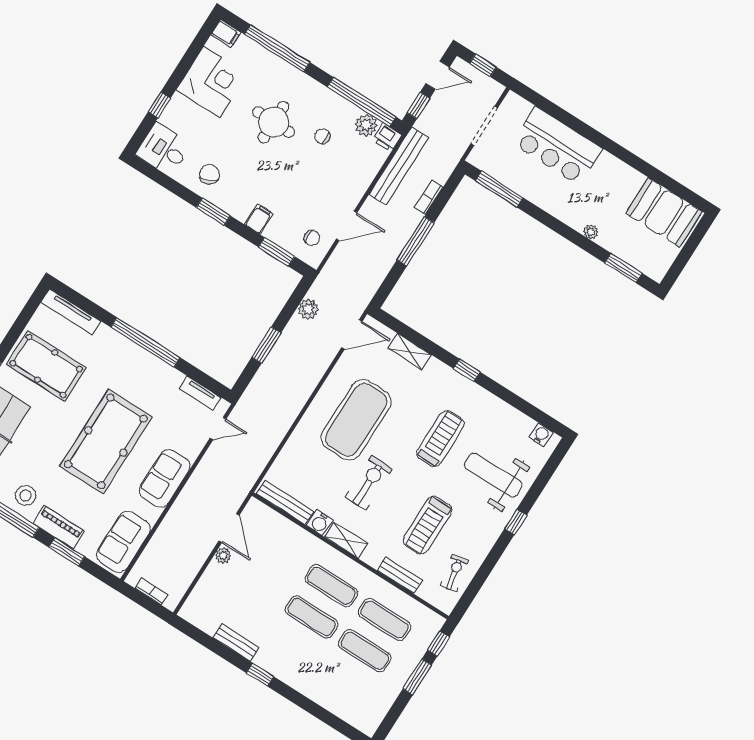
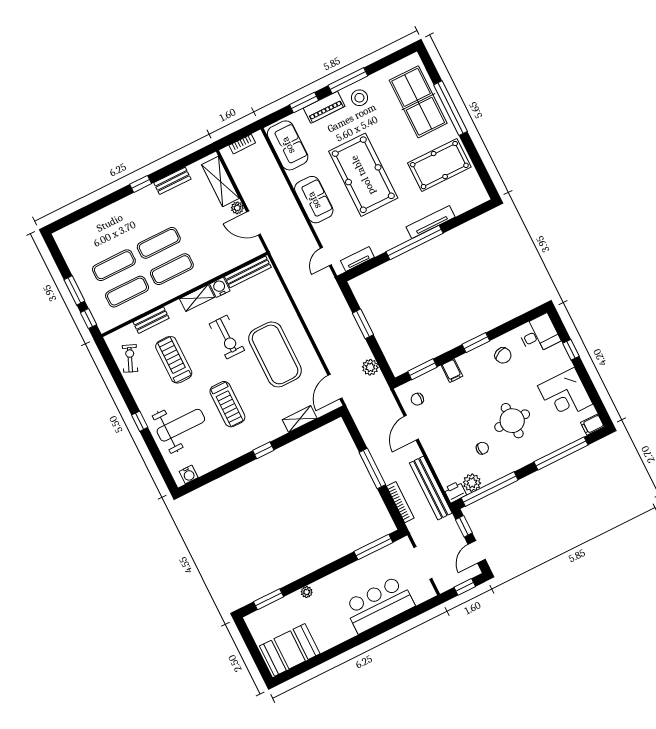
bookcase: (429, 197) -> (400, 502), width x1.56
tv unit: (71, 312) -> (431, 222), moved
exercise bike: (454, 573) -> (130, 358), turned -145
shelving: (206, 590) -> (220, 182), added

